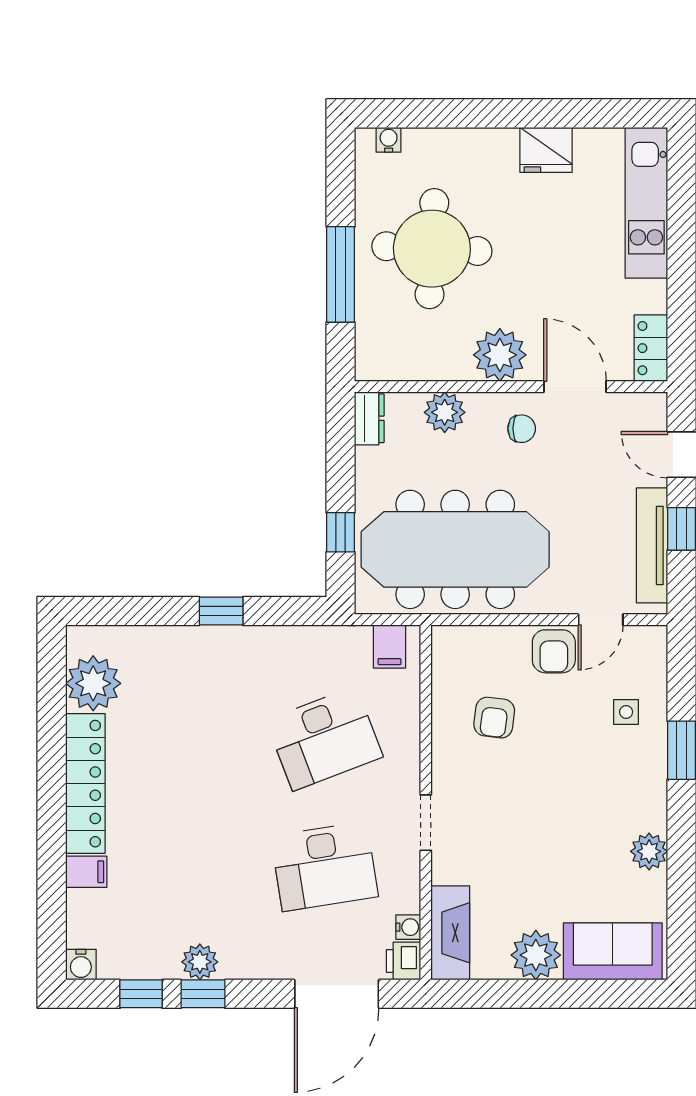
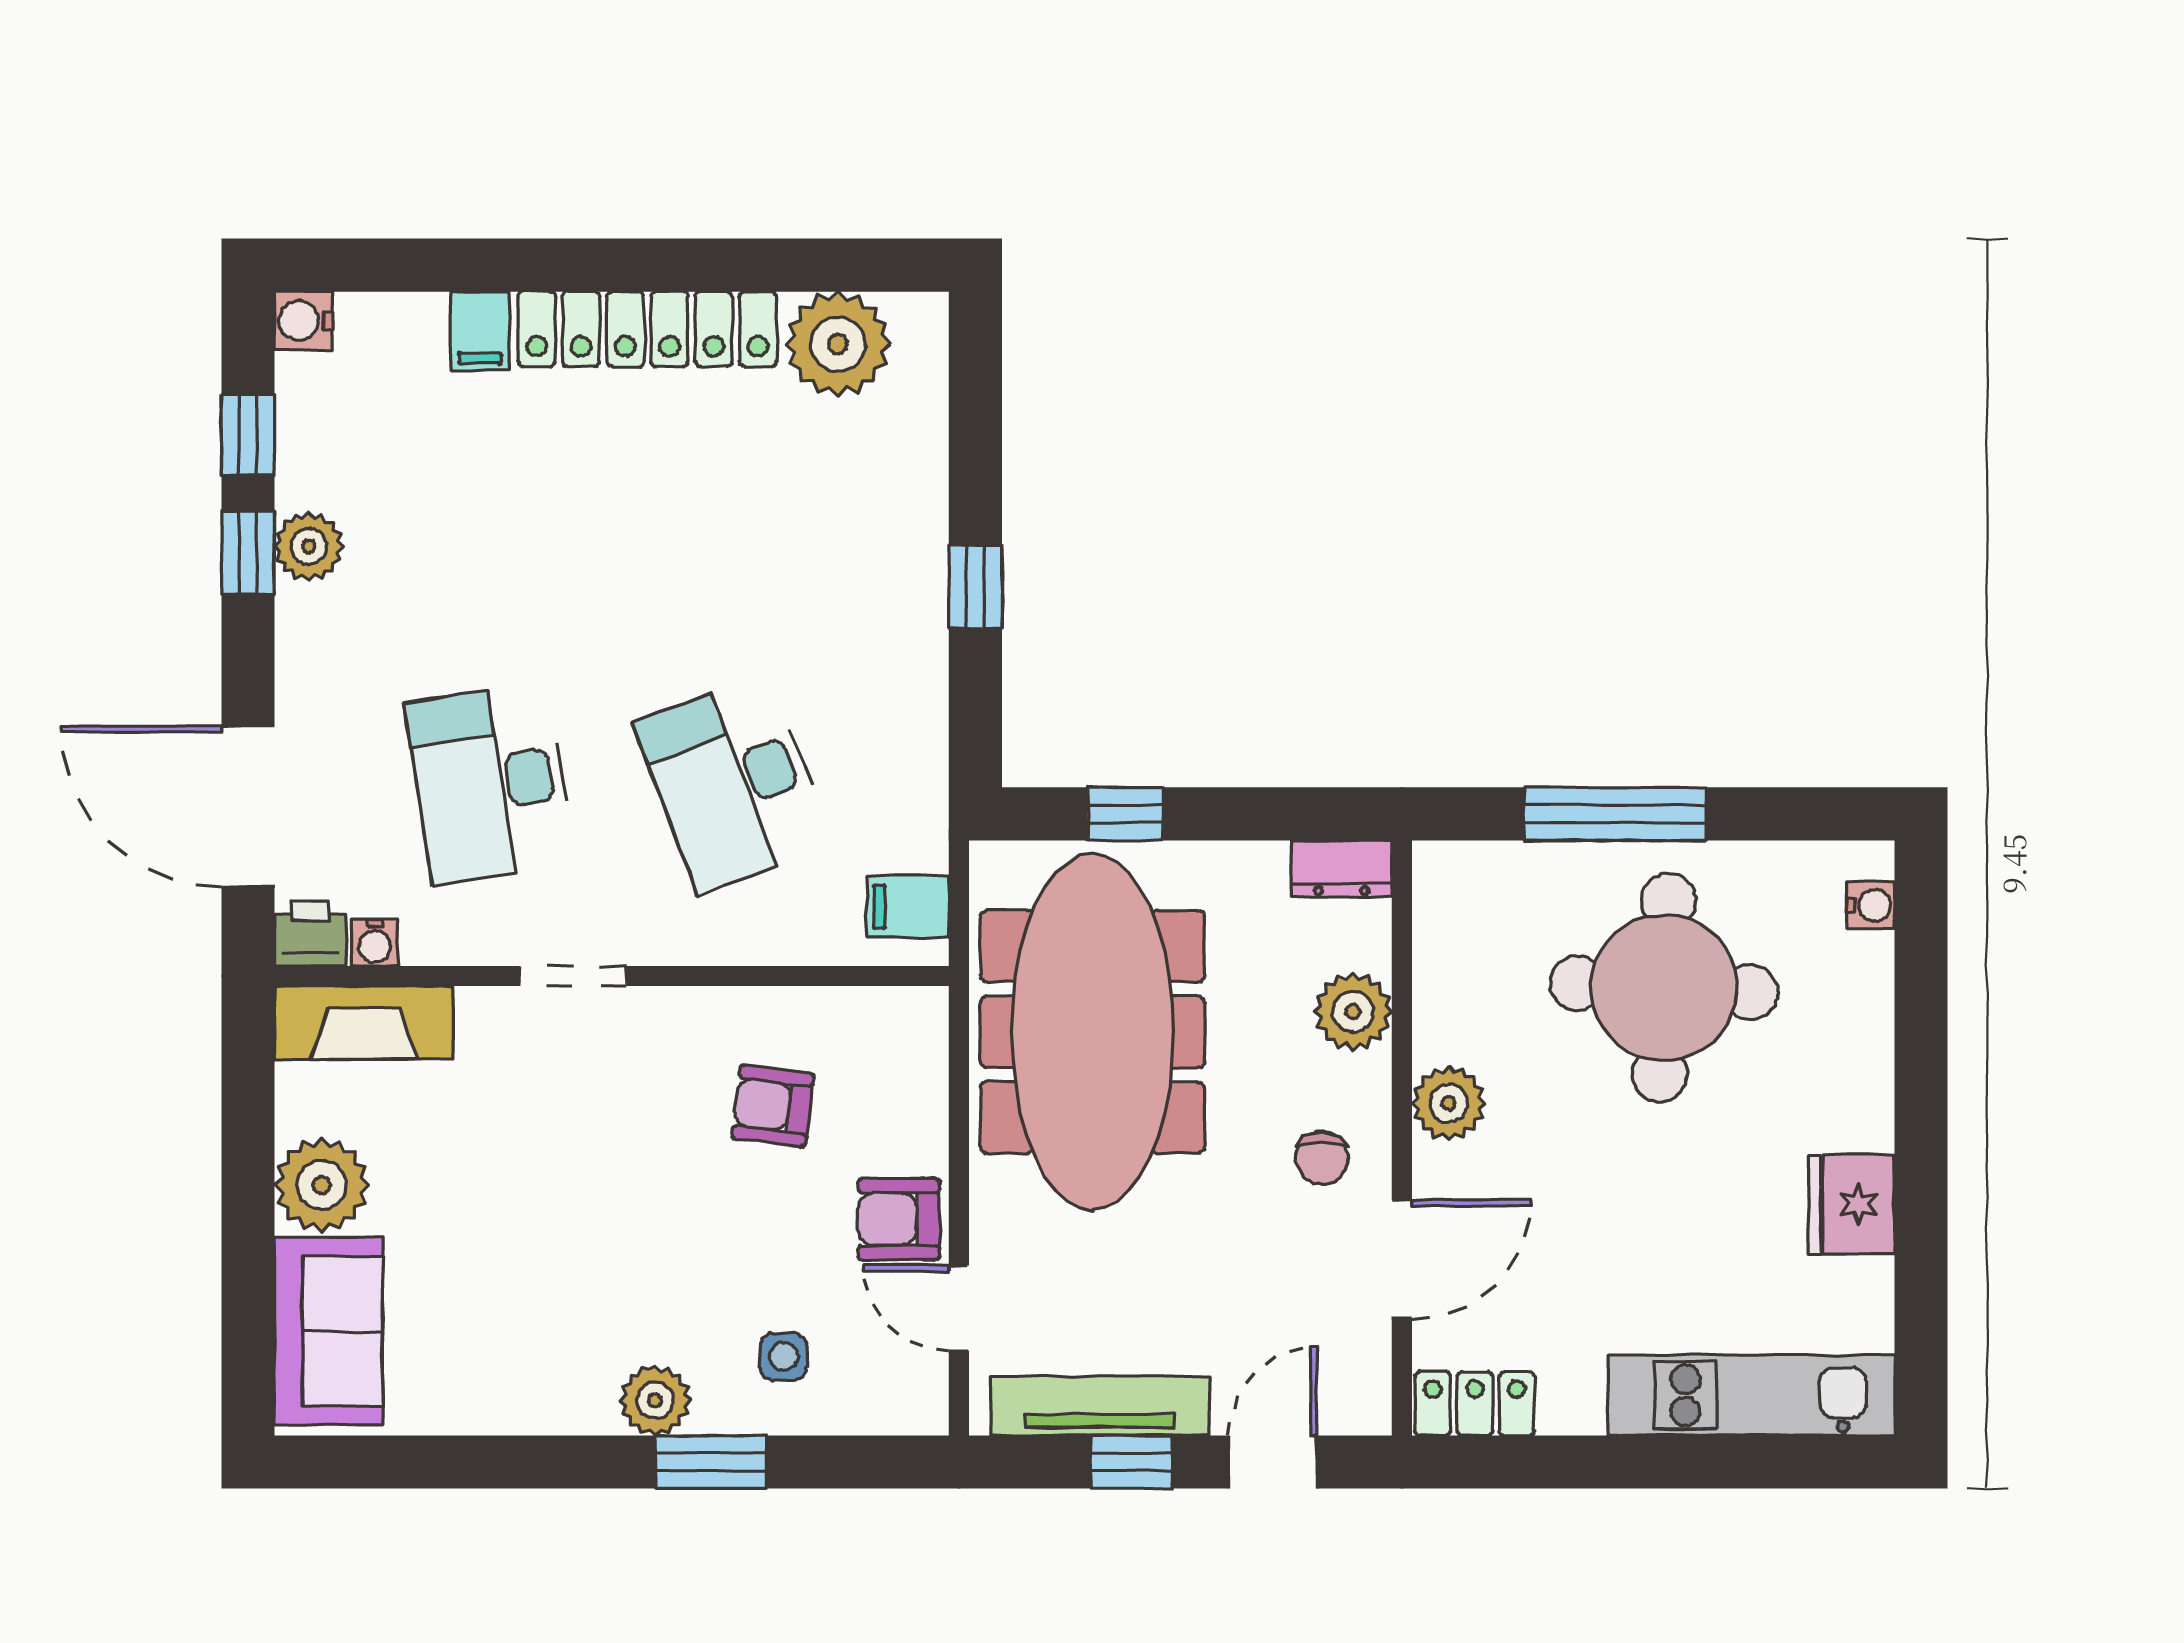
plant: (500, 355) -> (1449, 1103), width x0.73, depth x0.73
plant: (649, 851) -> (655, 1400), moved

